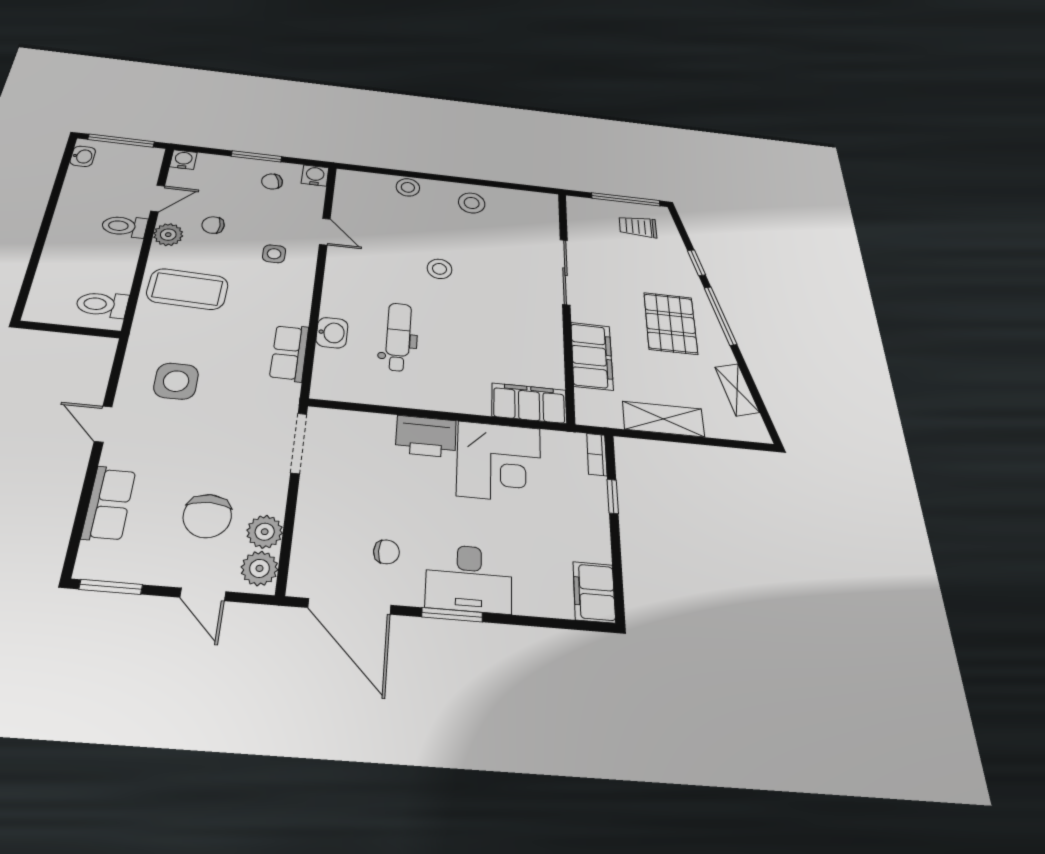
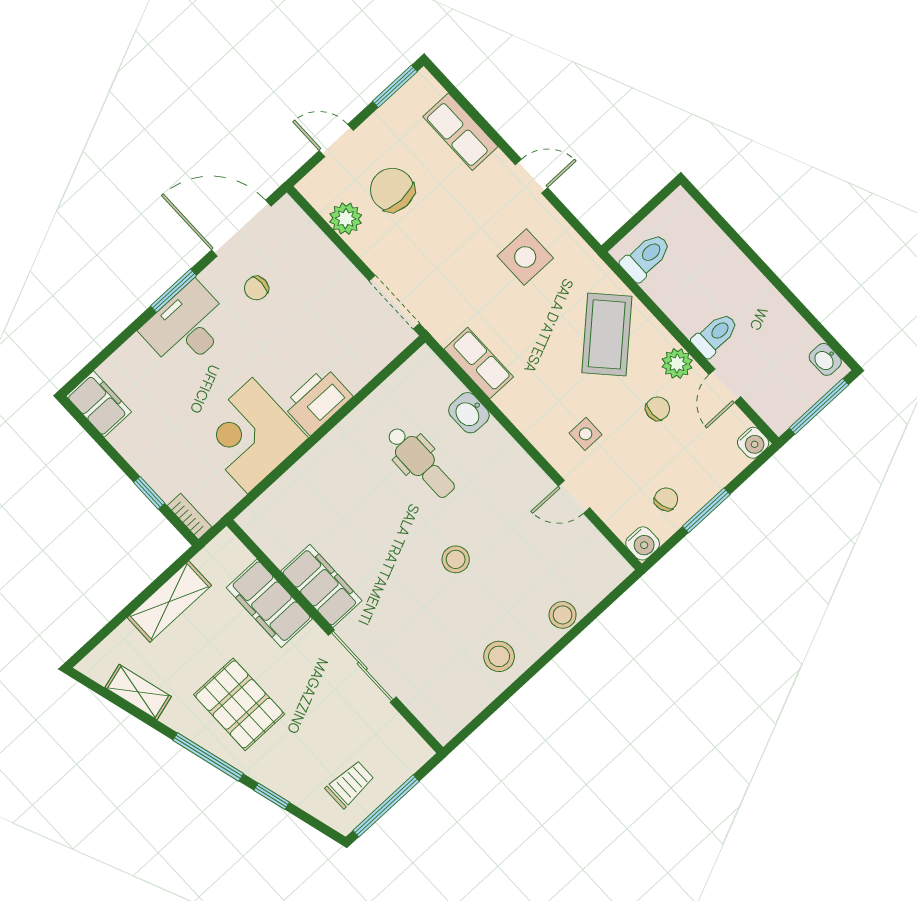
coffee table: (187, 289) -> (607, 334), turned -45
filing cabinet: (529, 403) -> (321, 586), moved, turned -90
plant: (260, 568) -> (322, 192), removed

